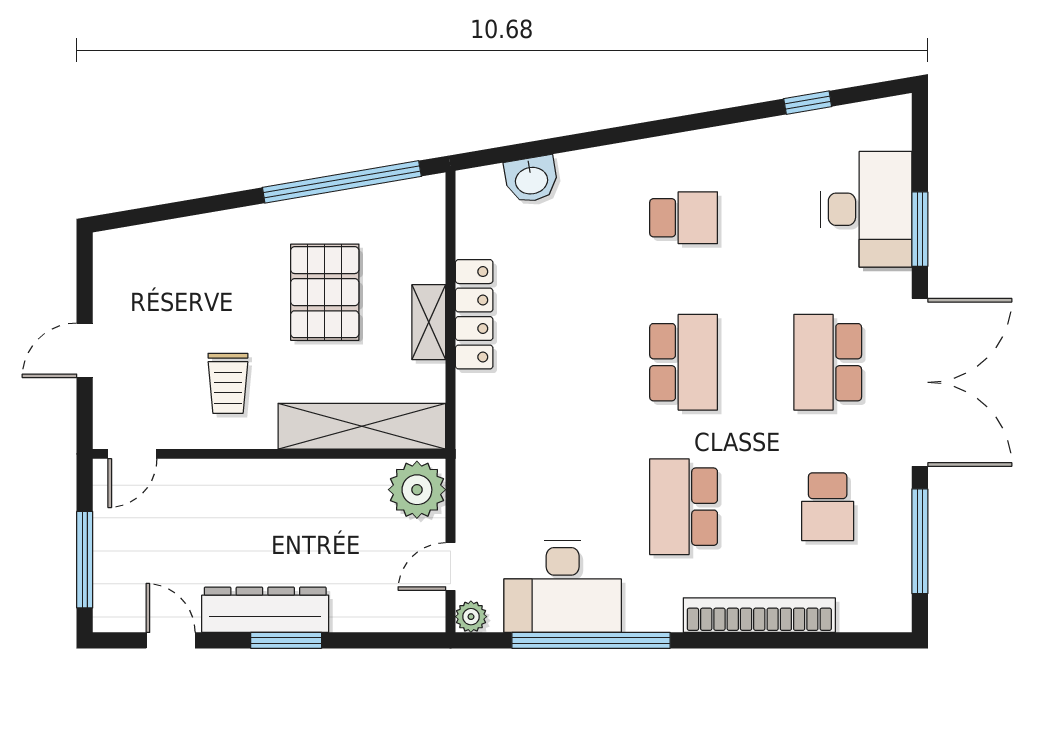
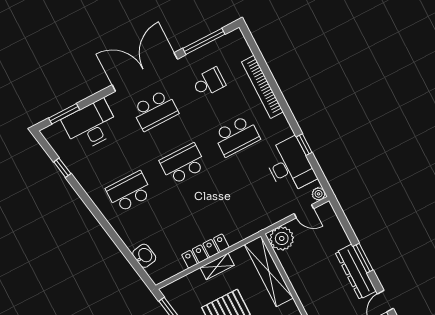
school desk: (684, 218) -> (129, 192), width x1.85
window: (920, 229) -> (64, 114), moved
window: (591, 640) -> (304, 145), width x0.32

